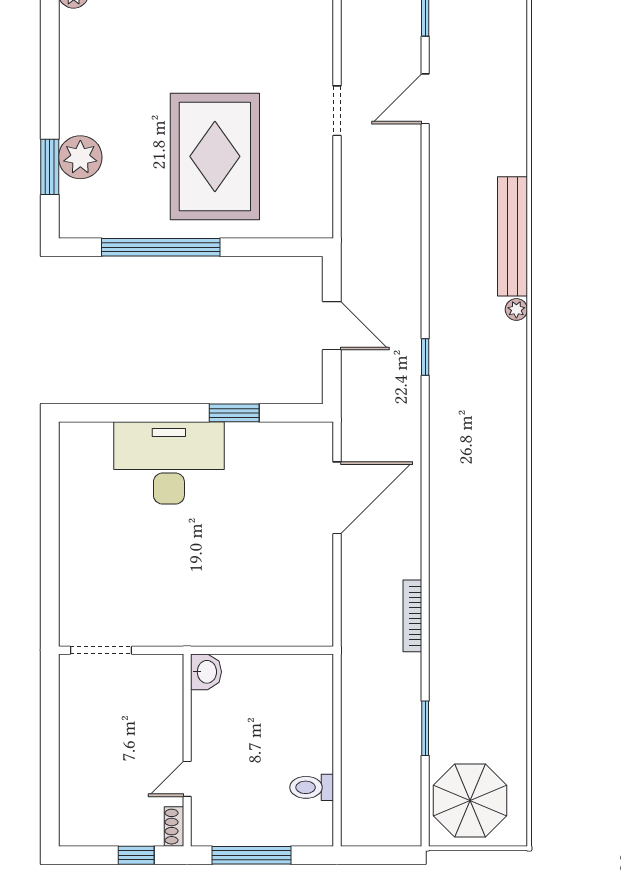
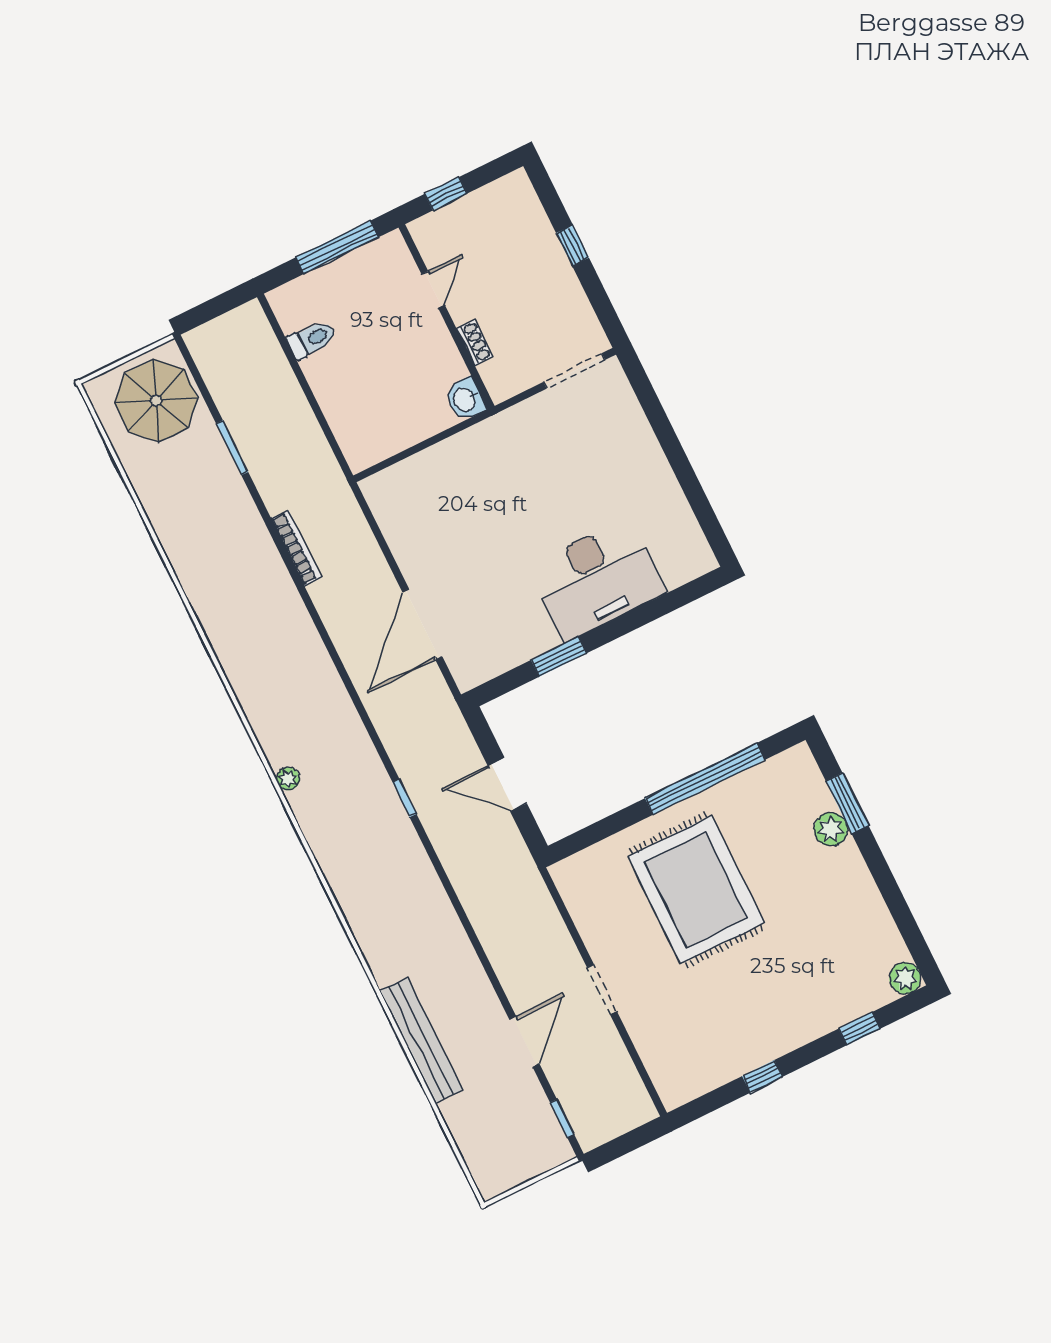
plant: (80, 157) -> (831, 829), width x0.73, depth x0.73
bench: (512, 236) -> (421, 1040), moved
plant: (516, 309) -> (288, 779), moved
window: (50, 758) -> (573, 245), added
shoe rack: (174, 827) -> (475, 342), moved

